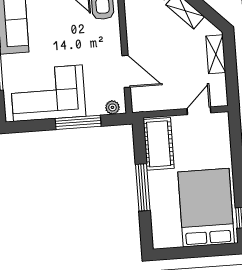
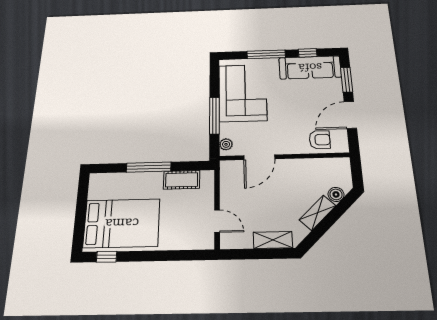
cot: (159, 144) -> (182, 180), width x0.73, depth x0.75

